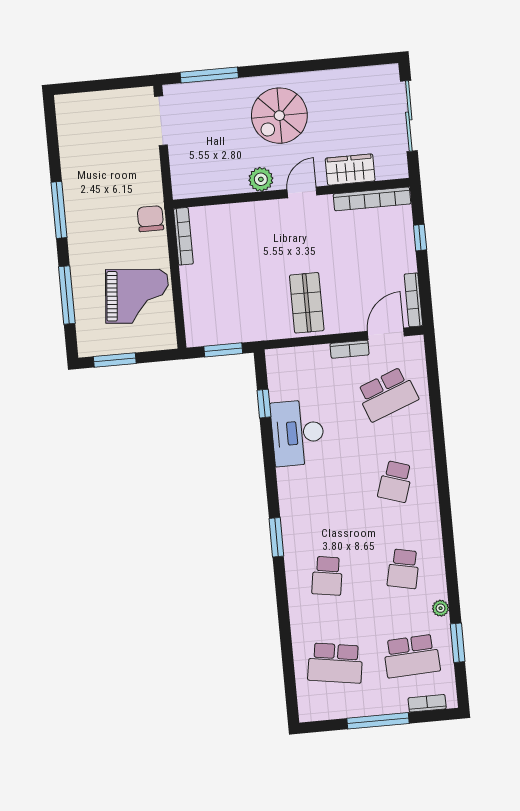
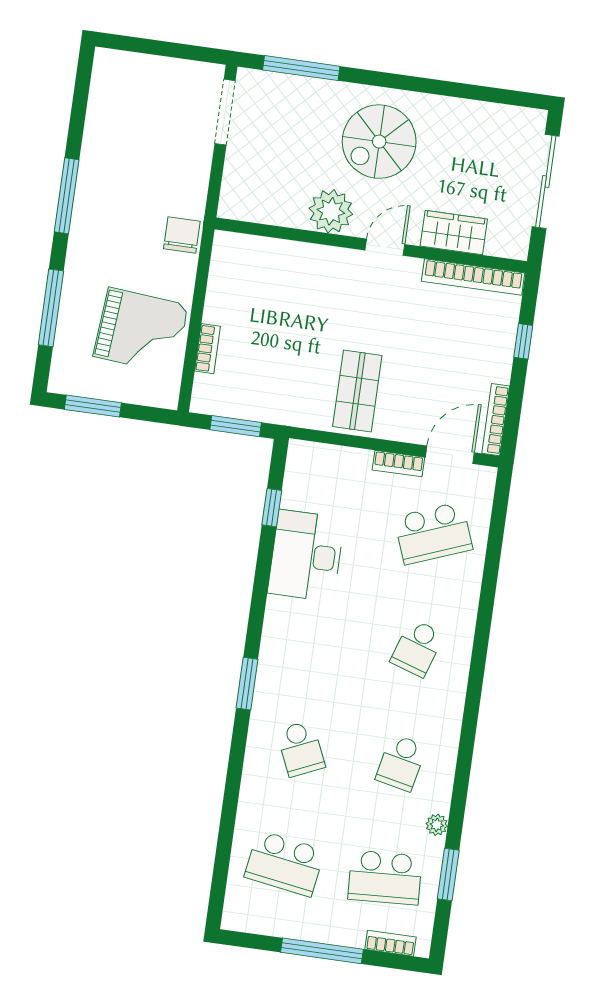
plant: (261, 179) -> (331, 211), width x1.36, depth x1.36
bookcase: (183, 236) -> (208, 349), moved, width x0.64
school desk: (327, 576) -> (301, 749), turned -33

